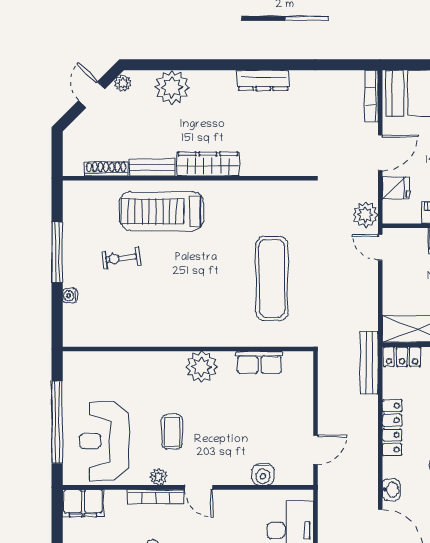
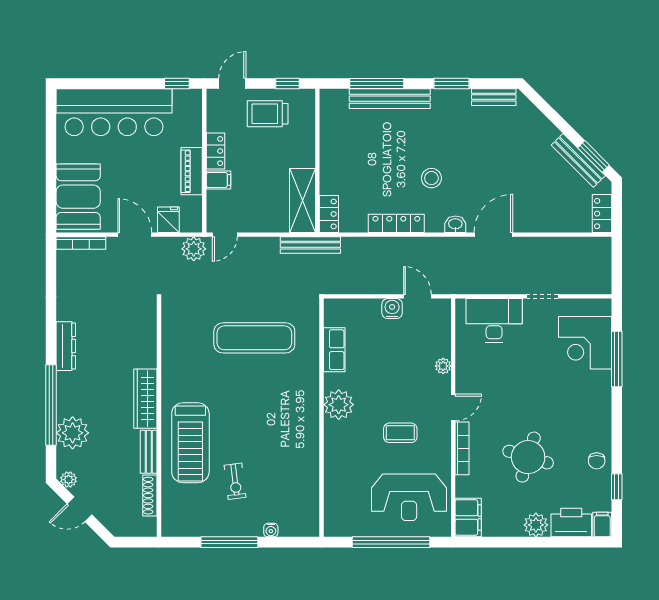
window: (201, 65) -> (51, 405), added
bench: (369, 363) -> (310, 245), moved
water cooler: (263, 475) -> (392, 309), moved, turned -90
plant: (159, 477) -> (443, 366), moved

